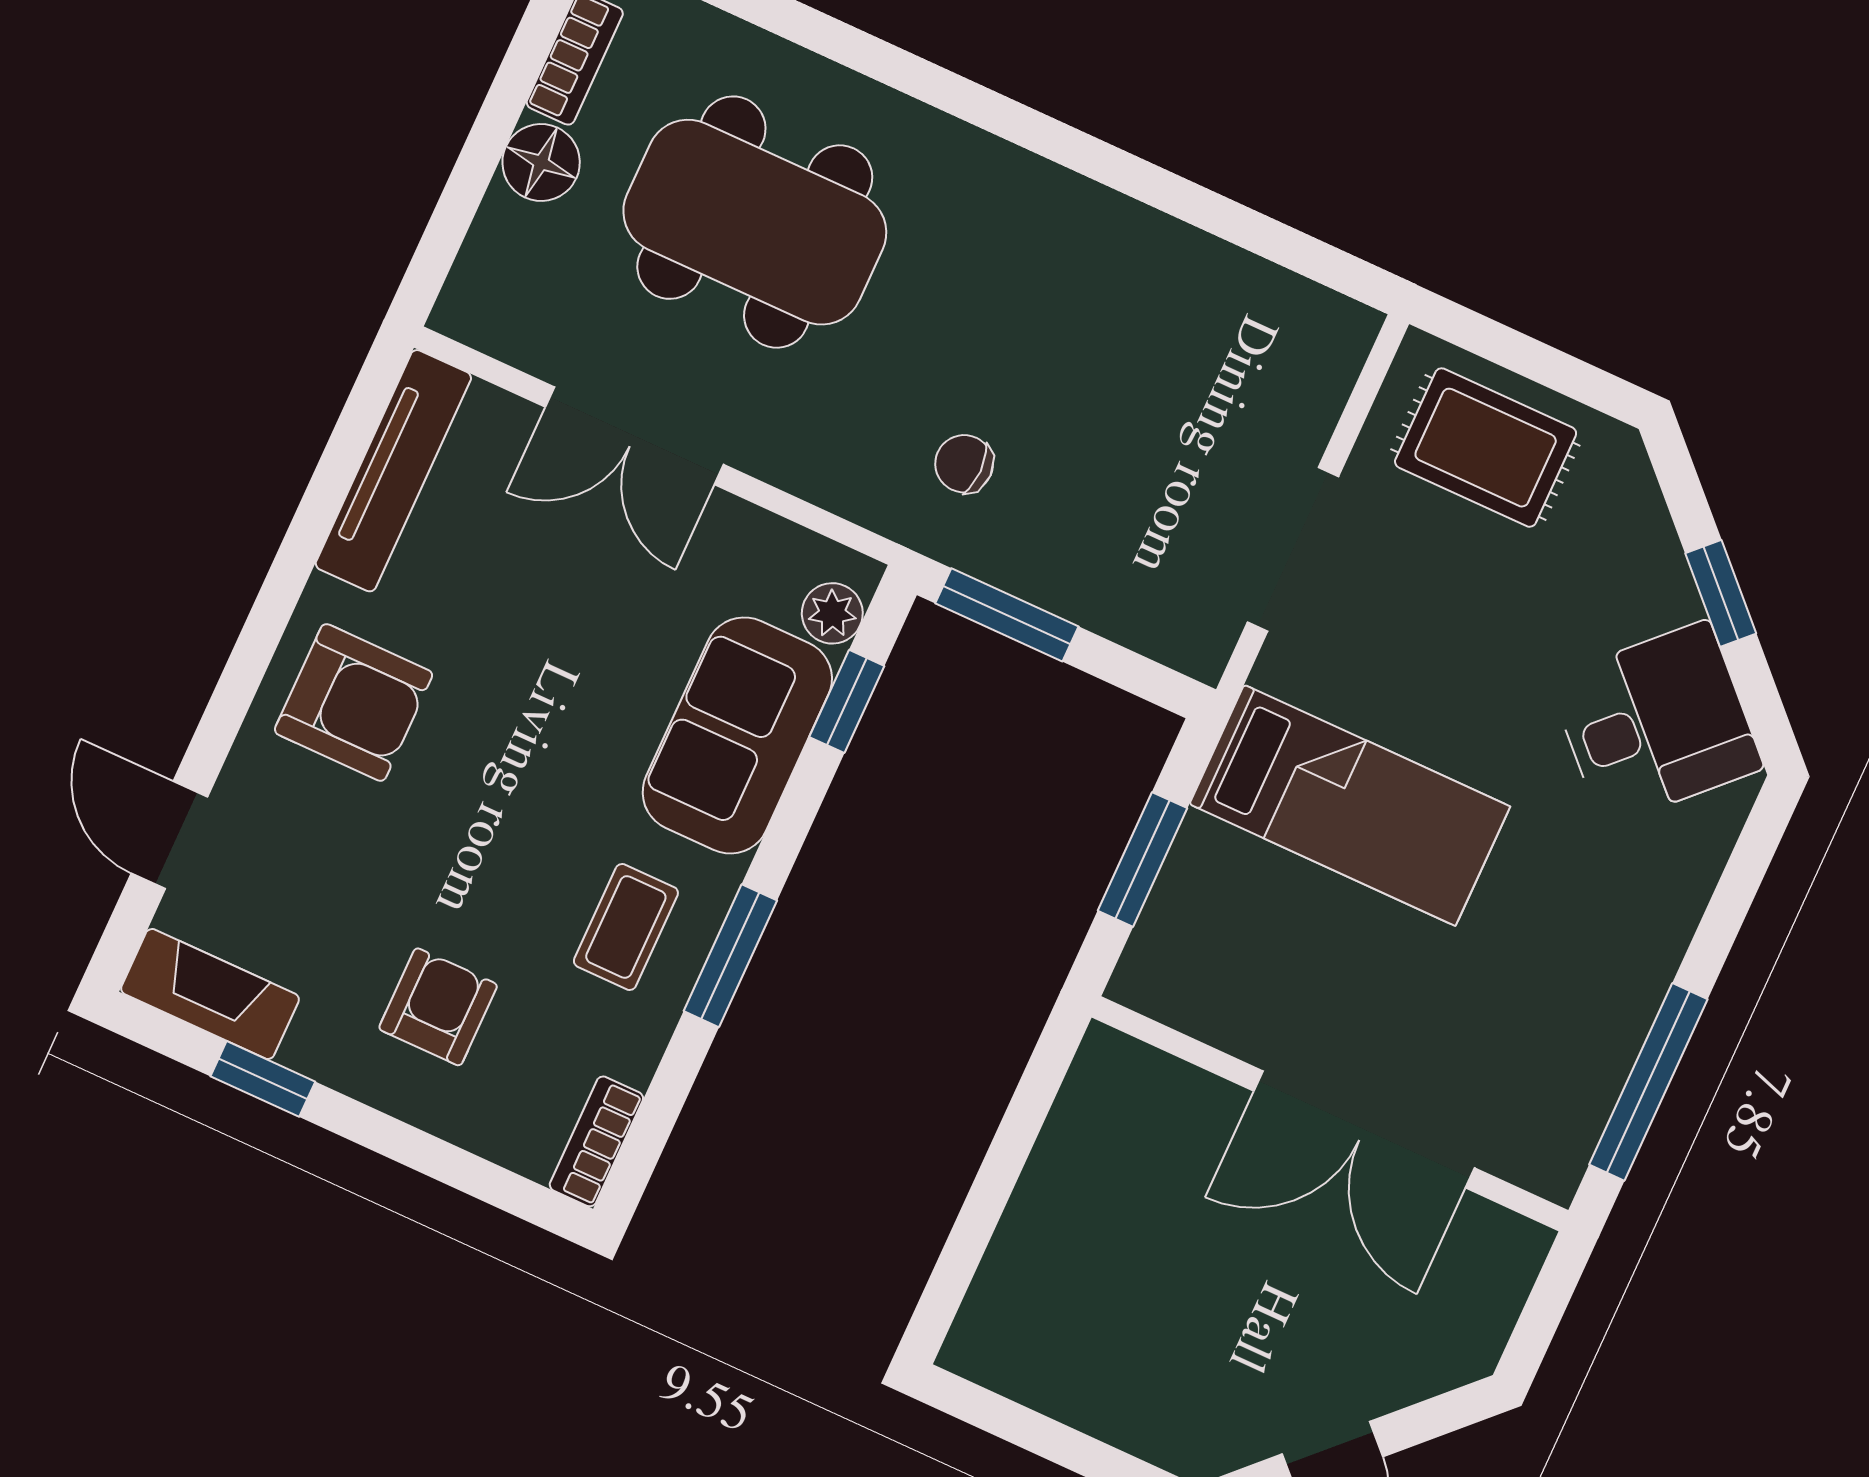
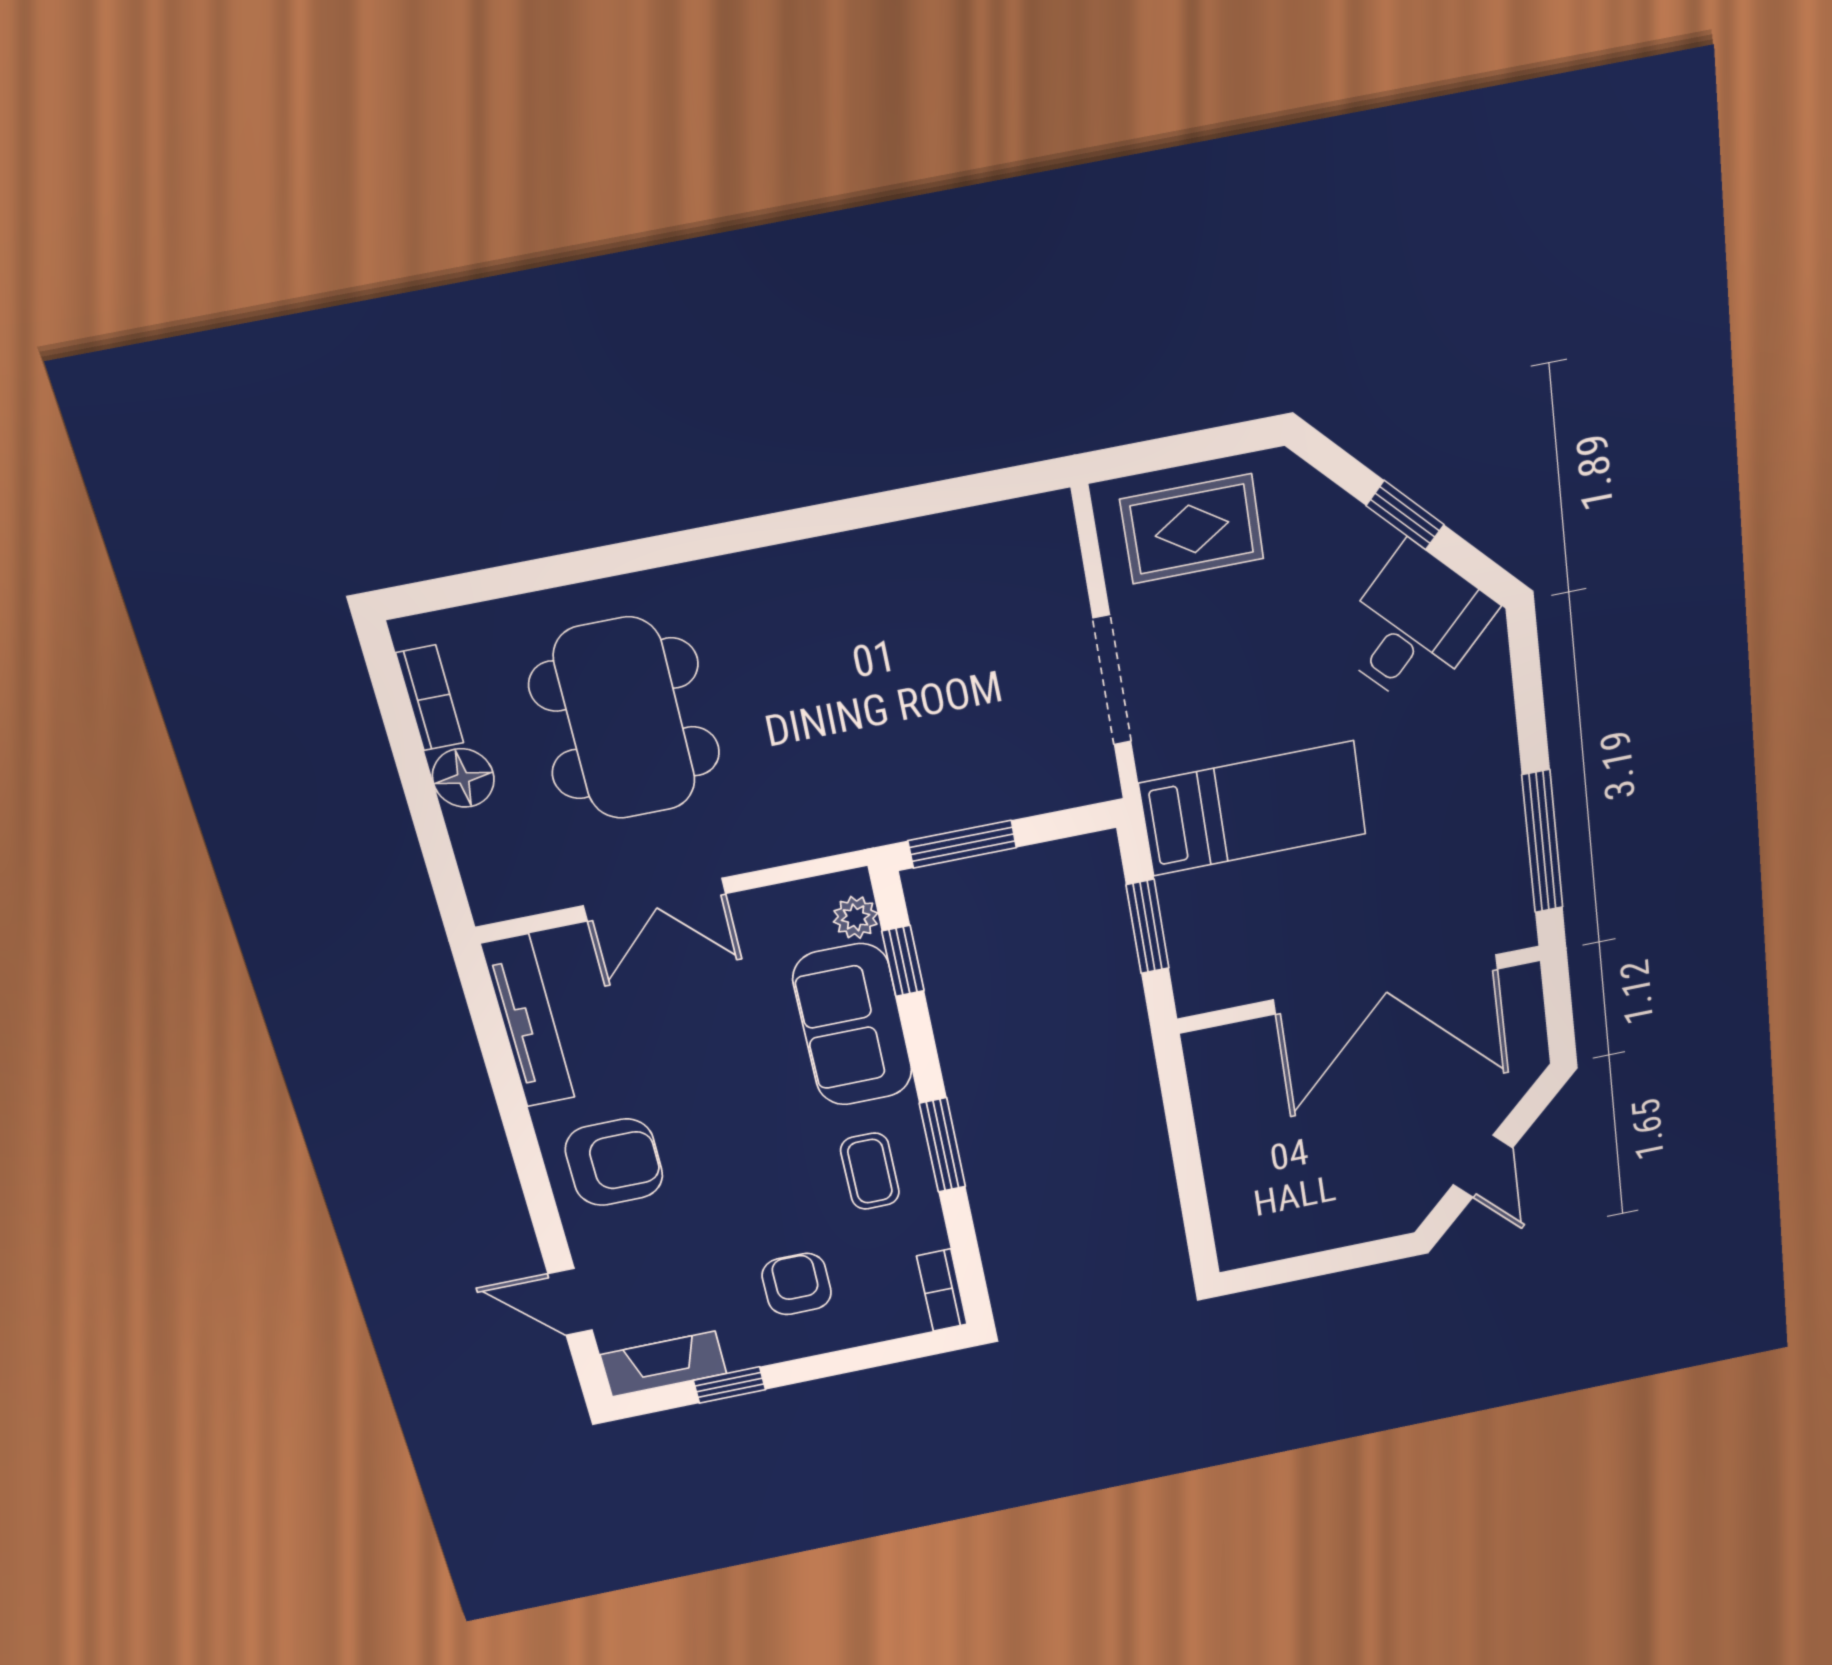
dining table: (755, 222) -> (625, 719), turned 90
chair: (964, 464) -> (869, 773), removed
double door: (1364, 1129) -> (1386, 984), width x1.36

